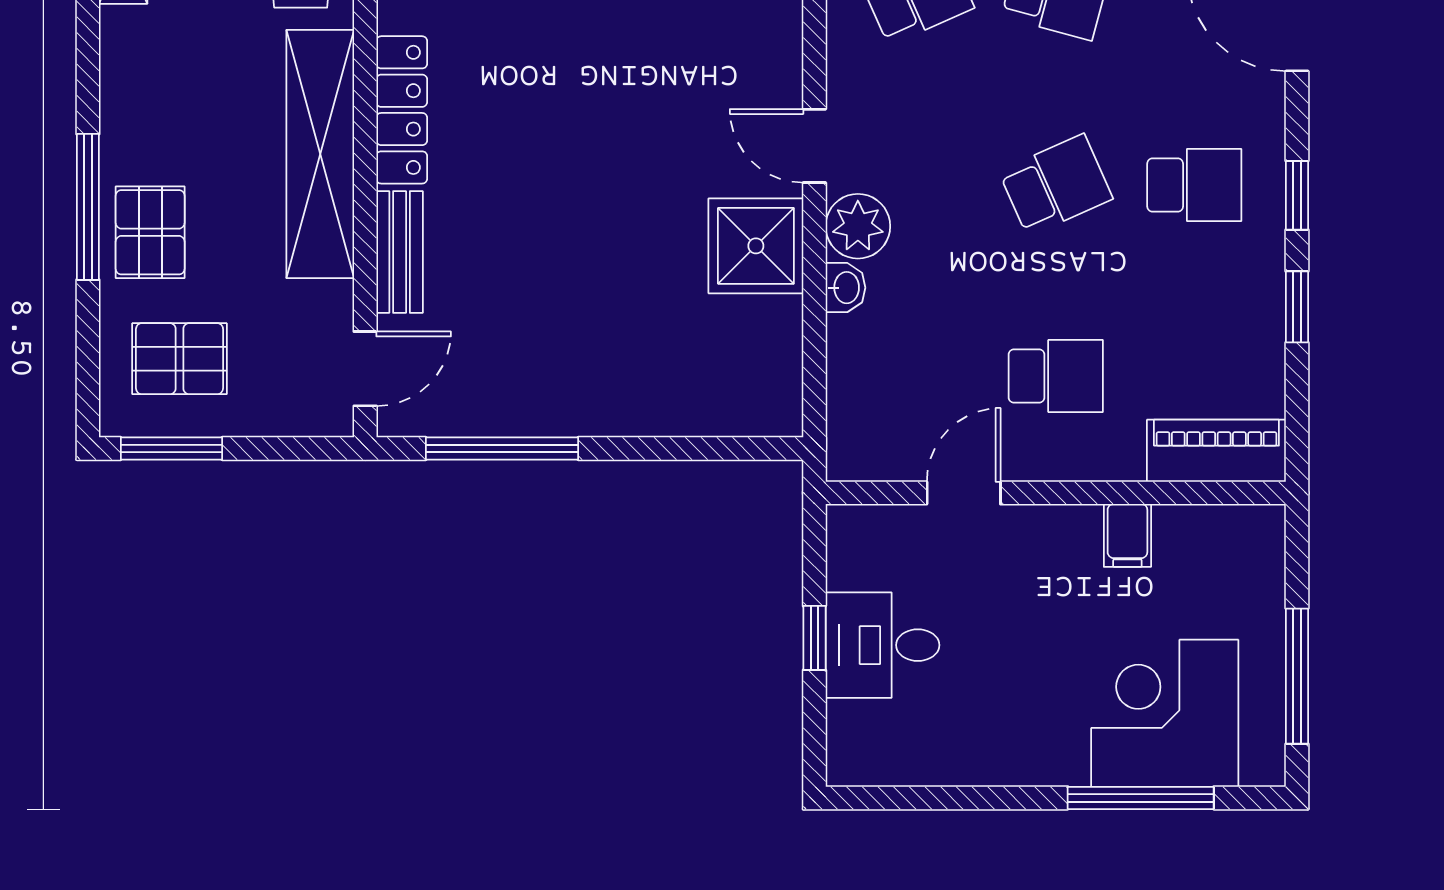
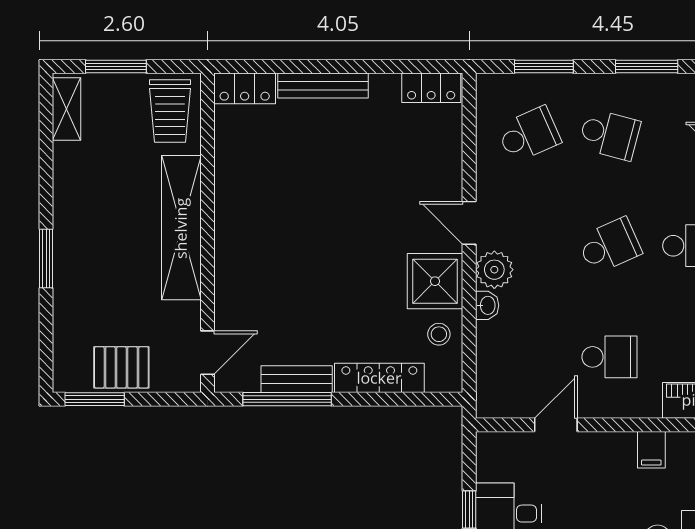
locker: (402, 110) -> (379, 378), moved, turned -90
window: (88, 207) -> (46, 258), width x0.69
pallet: (150, 232) -> (82, 273), removed
bench: (400, 252) -> (297, 379), moved, turned 90
stool: (763, 337) -> (439, 334), added
pallet: (180, 359) -> (121, 367), moved

